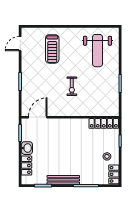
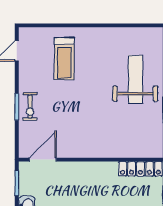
weight bench: (98, 51) -> (135, 79), moved, turned 180
exercise bike: (72, 86) -> (30, 106), moved

